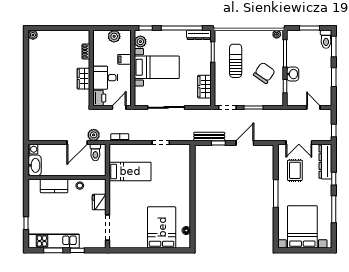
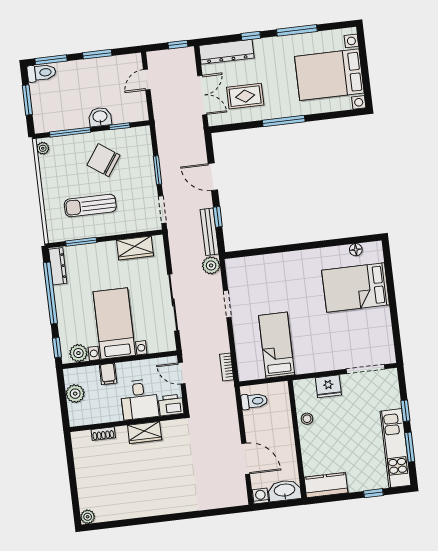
plant: (94, 135) -> (211, 265), moved
door: (77, 142) -> (246, 459), moved
kitchen counter: (54, 186) -> (326, 485), moved, turned -90

